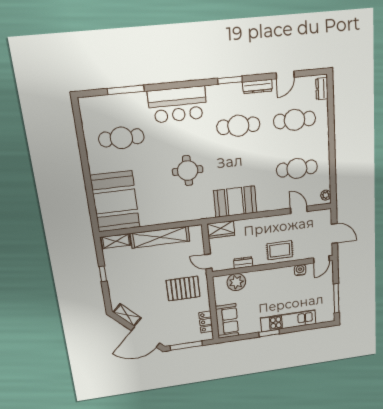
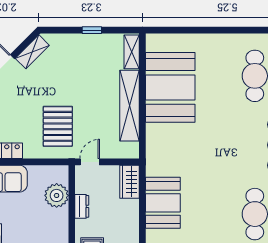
round table: (188, 171) -> (208, 148), removed
booth: (115, 202) -> (170, 87), moved, turned 90

